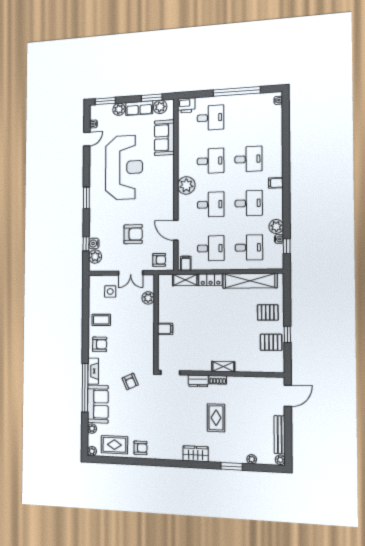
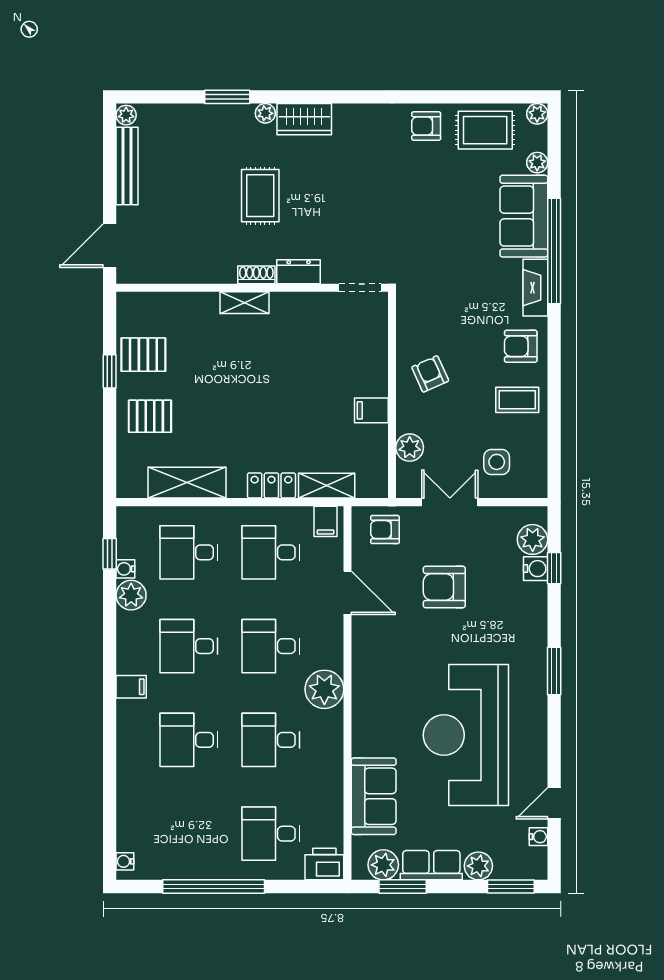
shelving: (250, 281) -> (187, 483), width x0.68
filing cabinet: (165, 329) -> (371, 410), moved
armchair: (130, 381) -> (430, 374), moved
plant: (252, 459) -> (265, 113), moved

